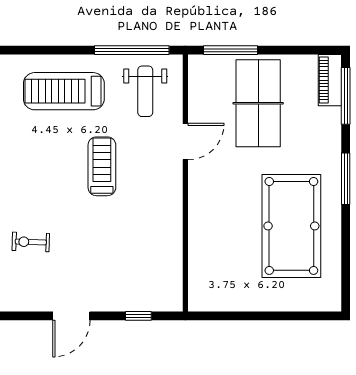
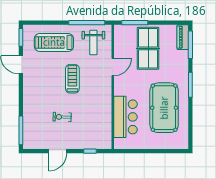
exercise bike: (31, 242) -> (62, 117), moved
bar counter: (212, 245) -> (126, 117), added

